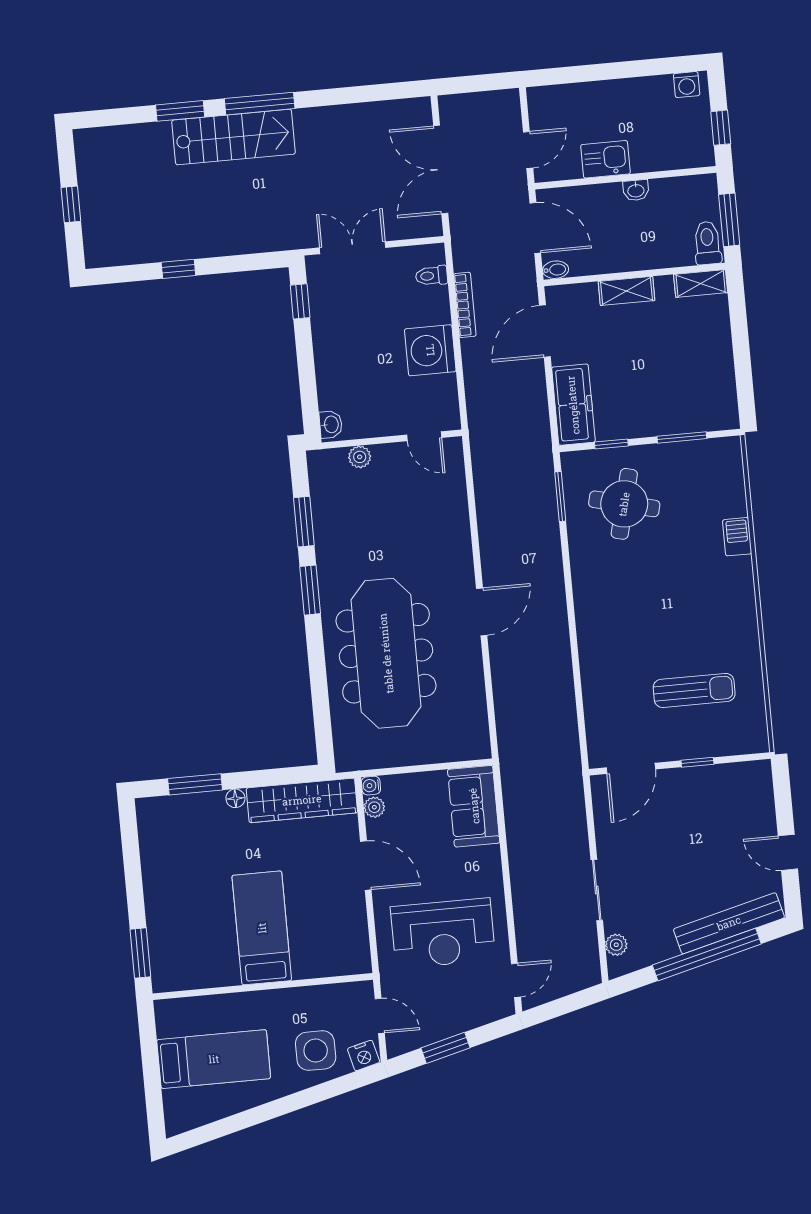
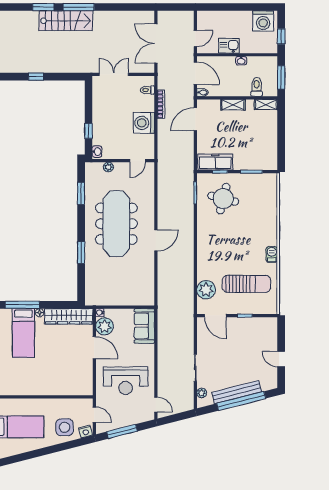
washing machine: (687, 85) -> (263, 21), width x1.89, depth x1.89
toilet: (707, 243) -> (257, 87), moved
window: (300, 301) -> (88, 131), moved
freezer: (573, 405) -> (215, 162), moved, turned -90
door: (424, 436) -> (138, 161), hinge flipped
barbecue: (737, 537) -> (272, 254), moved
window: (310, 590) -> (81, 253), moved
meeting table: (386, 653) -> (116, 224), moved
sun lounger: (694, 690) -> (246, 284), width x1.36, depth x1.34
plant: (605, 712) -> (206, 290), added
door: (631, 768) -> (215, 316), hinge flipped
window: (195, 784) -> (22, 305), width x1.44
plant: (374, 807) -> (105, 326), width x1.88, depth x1.88
bench: (729, 923) -> (237, 392), moved
bed: (262, 928) -> (23, 333), moved, turned 180
door: (516, 980) -> (156, 405), hinge flipped
window: (446, 1048) -> (122, 431), width x1.44

